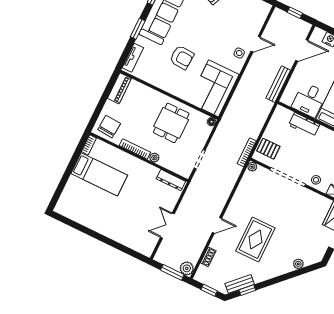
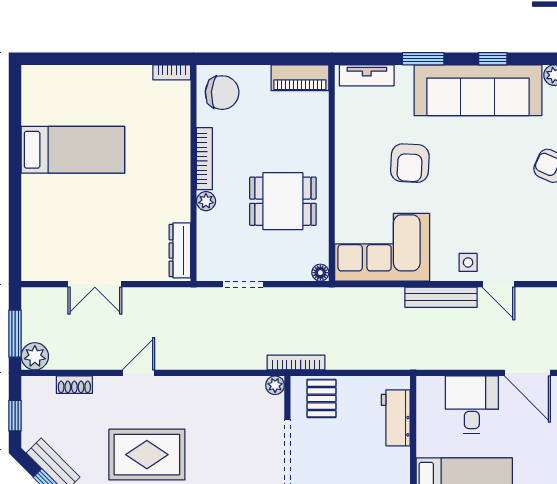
bench: (278, 84) -> (441, 297), moved
desk: (309, 100) -> (472, 405), moved, turned 90
workbench: (304, 125) -> (396, 418), moved
bed: (99, 174) -> (73, 150), moved, turned -90
door: (217, 225) -> (139, 373), swing flipped
double door: (167, 226) -> (95, 284), swing flipped

